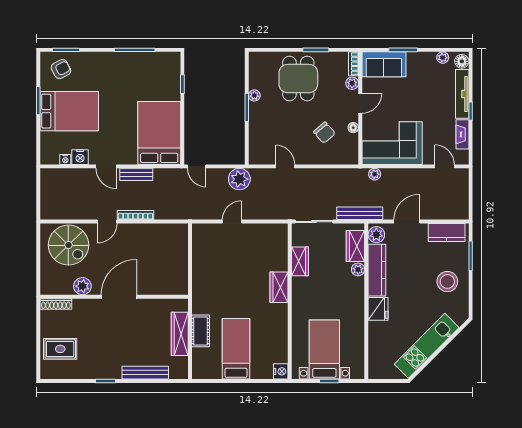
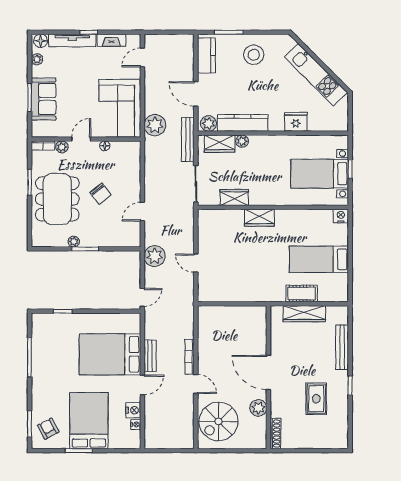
sofa: (384, 64) -> (44, 99), moved
dining table: (298, 79) -> (57, 199), width x1.38
door: (360, 103) -> (81, 139), hinge flipped
bed: (159, 133) -> (110, 354), moved
chair: (324, 133) -> (101, 194), moved, turned 93
plant: (375, 174) -> (155, 125), width x1.87, depth x1.87
spiral stairs: (68, 245) -> (218, 421), turned 180
fridge: (378, 309) -> (296, 122), moved
rug: (60, 349) -> (316, 399), moved

